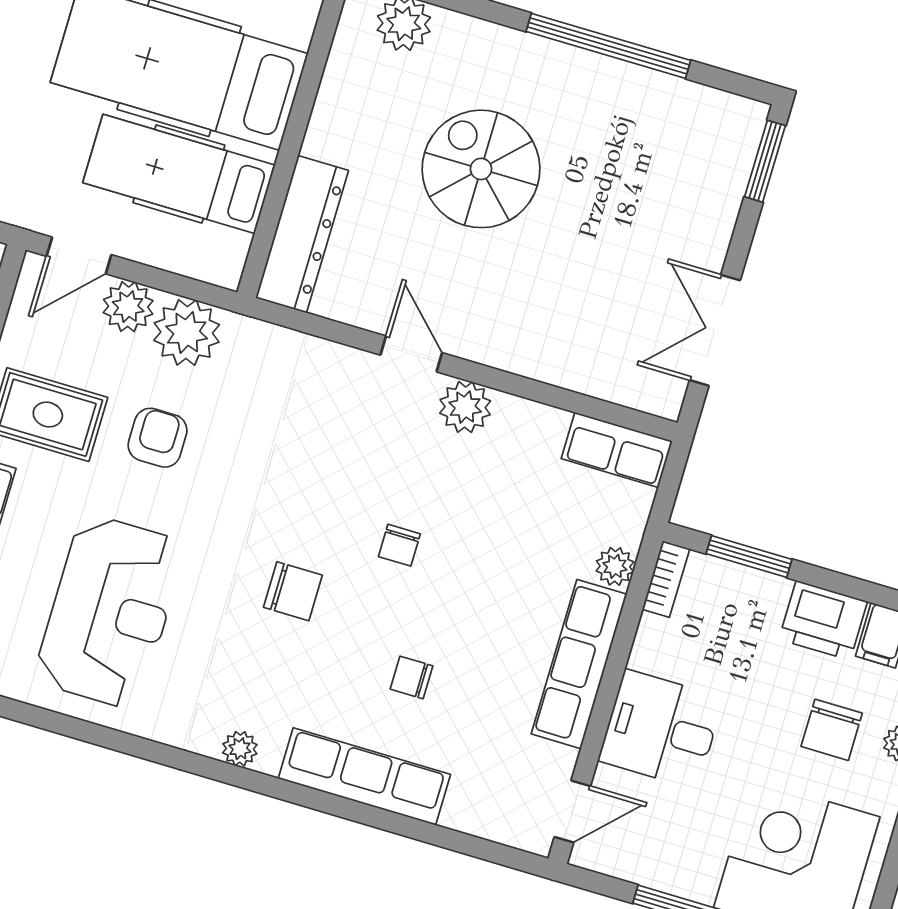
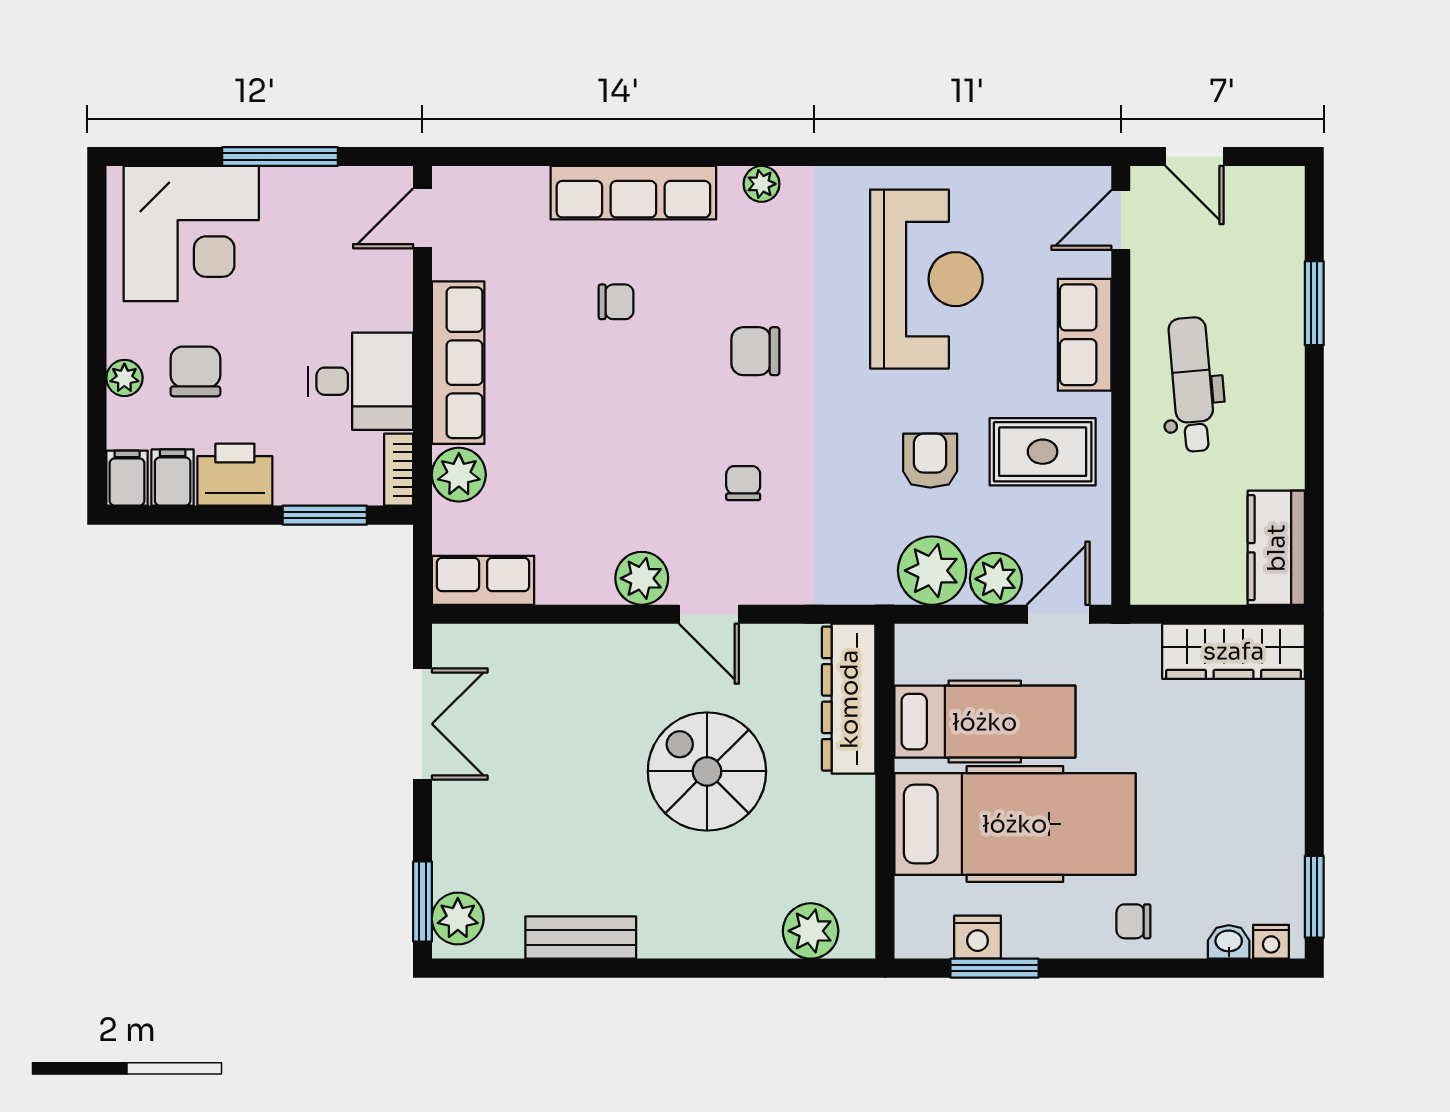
window: (608, 46) -> (607, 968), removed
bench: (625, 82) -> (581, 938), added
plant: (736, 135) -> (458, 918), added
spiral stairs: (481, 169) -> (707, 771), moved, turned 180
armchair: (158, 438) -> (930, 461), turned 180
chair: (399, 545) -> (743, 483), moved
plant: (615, 566) -> (459, 475), width x1.38, depth x1.38
reception desk: (110, 612) -> (926, 279), turned 180
desk: (661, 729) -> (361, 381), moved

